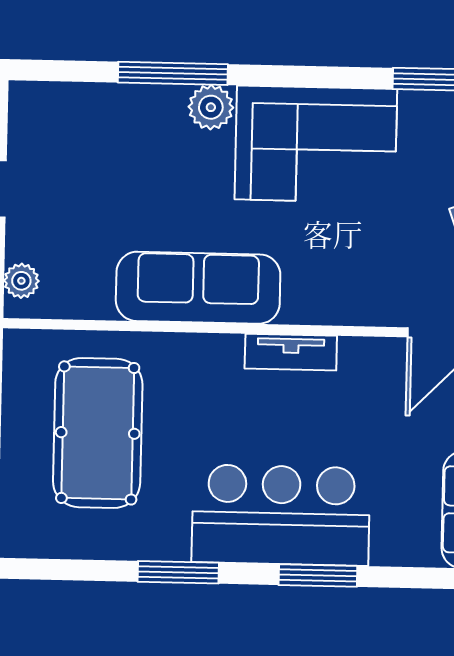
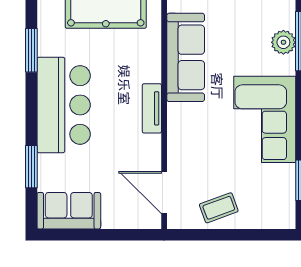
plant: (211, 107) -> (283, 42), moved
window: (318, 575) -> (31, 167), moved

